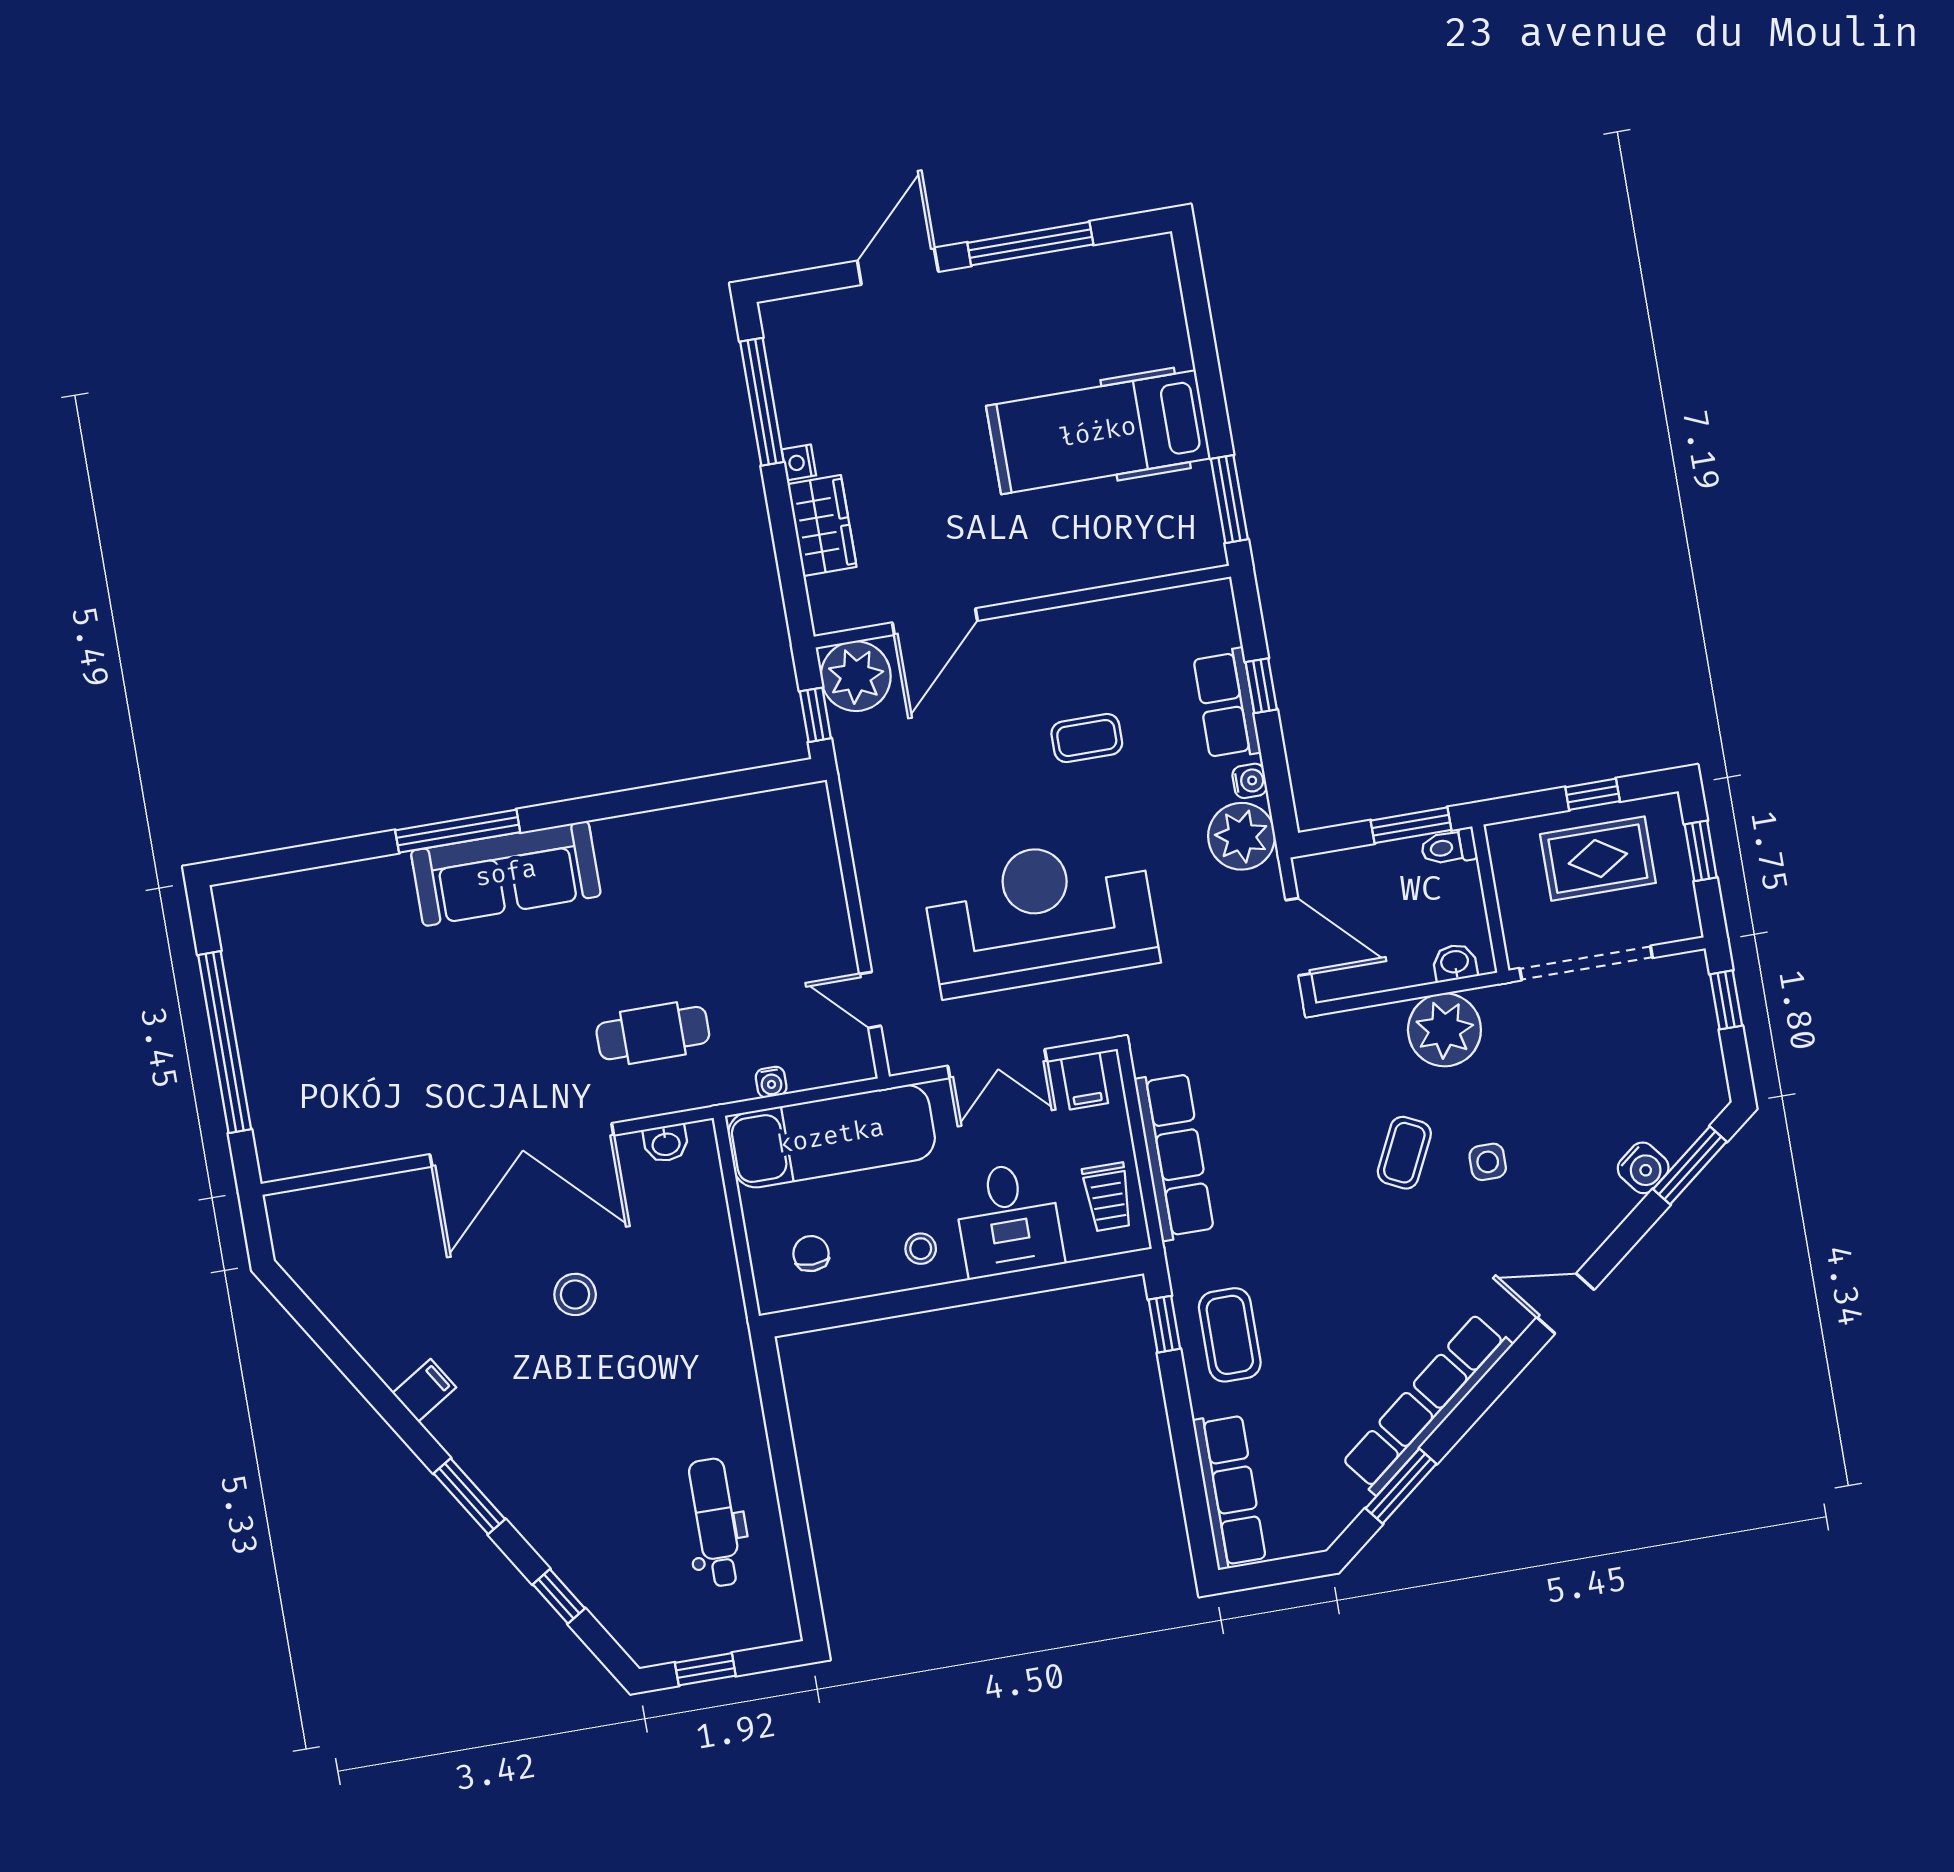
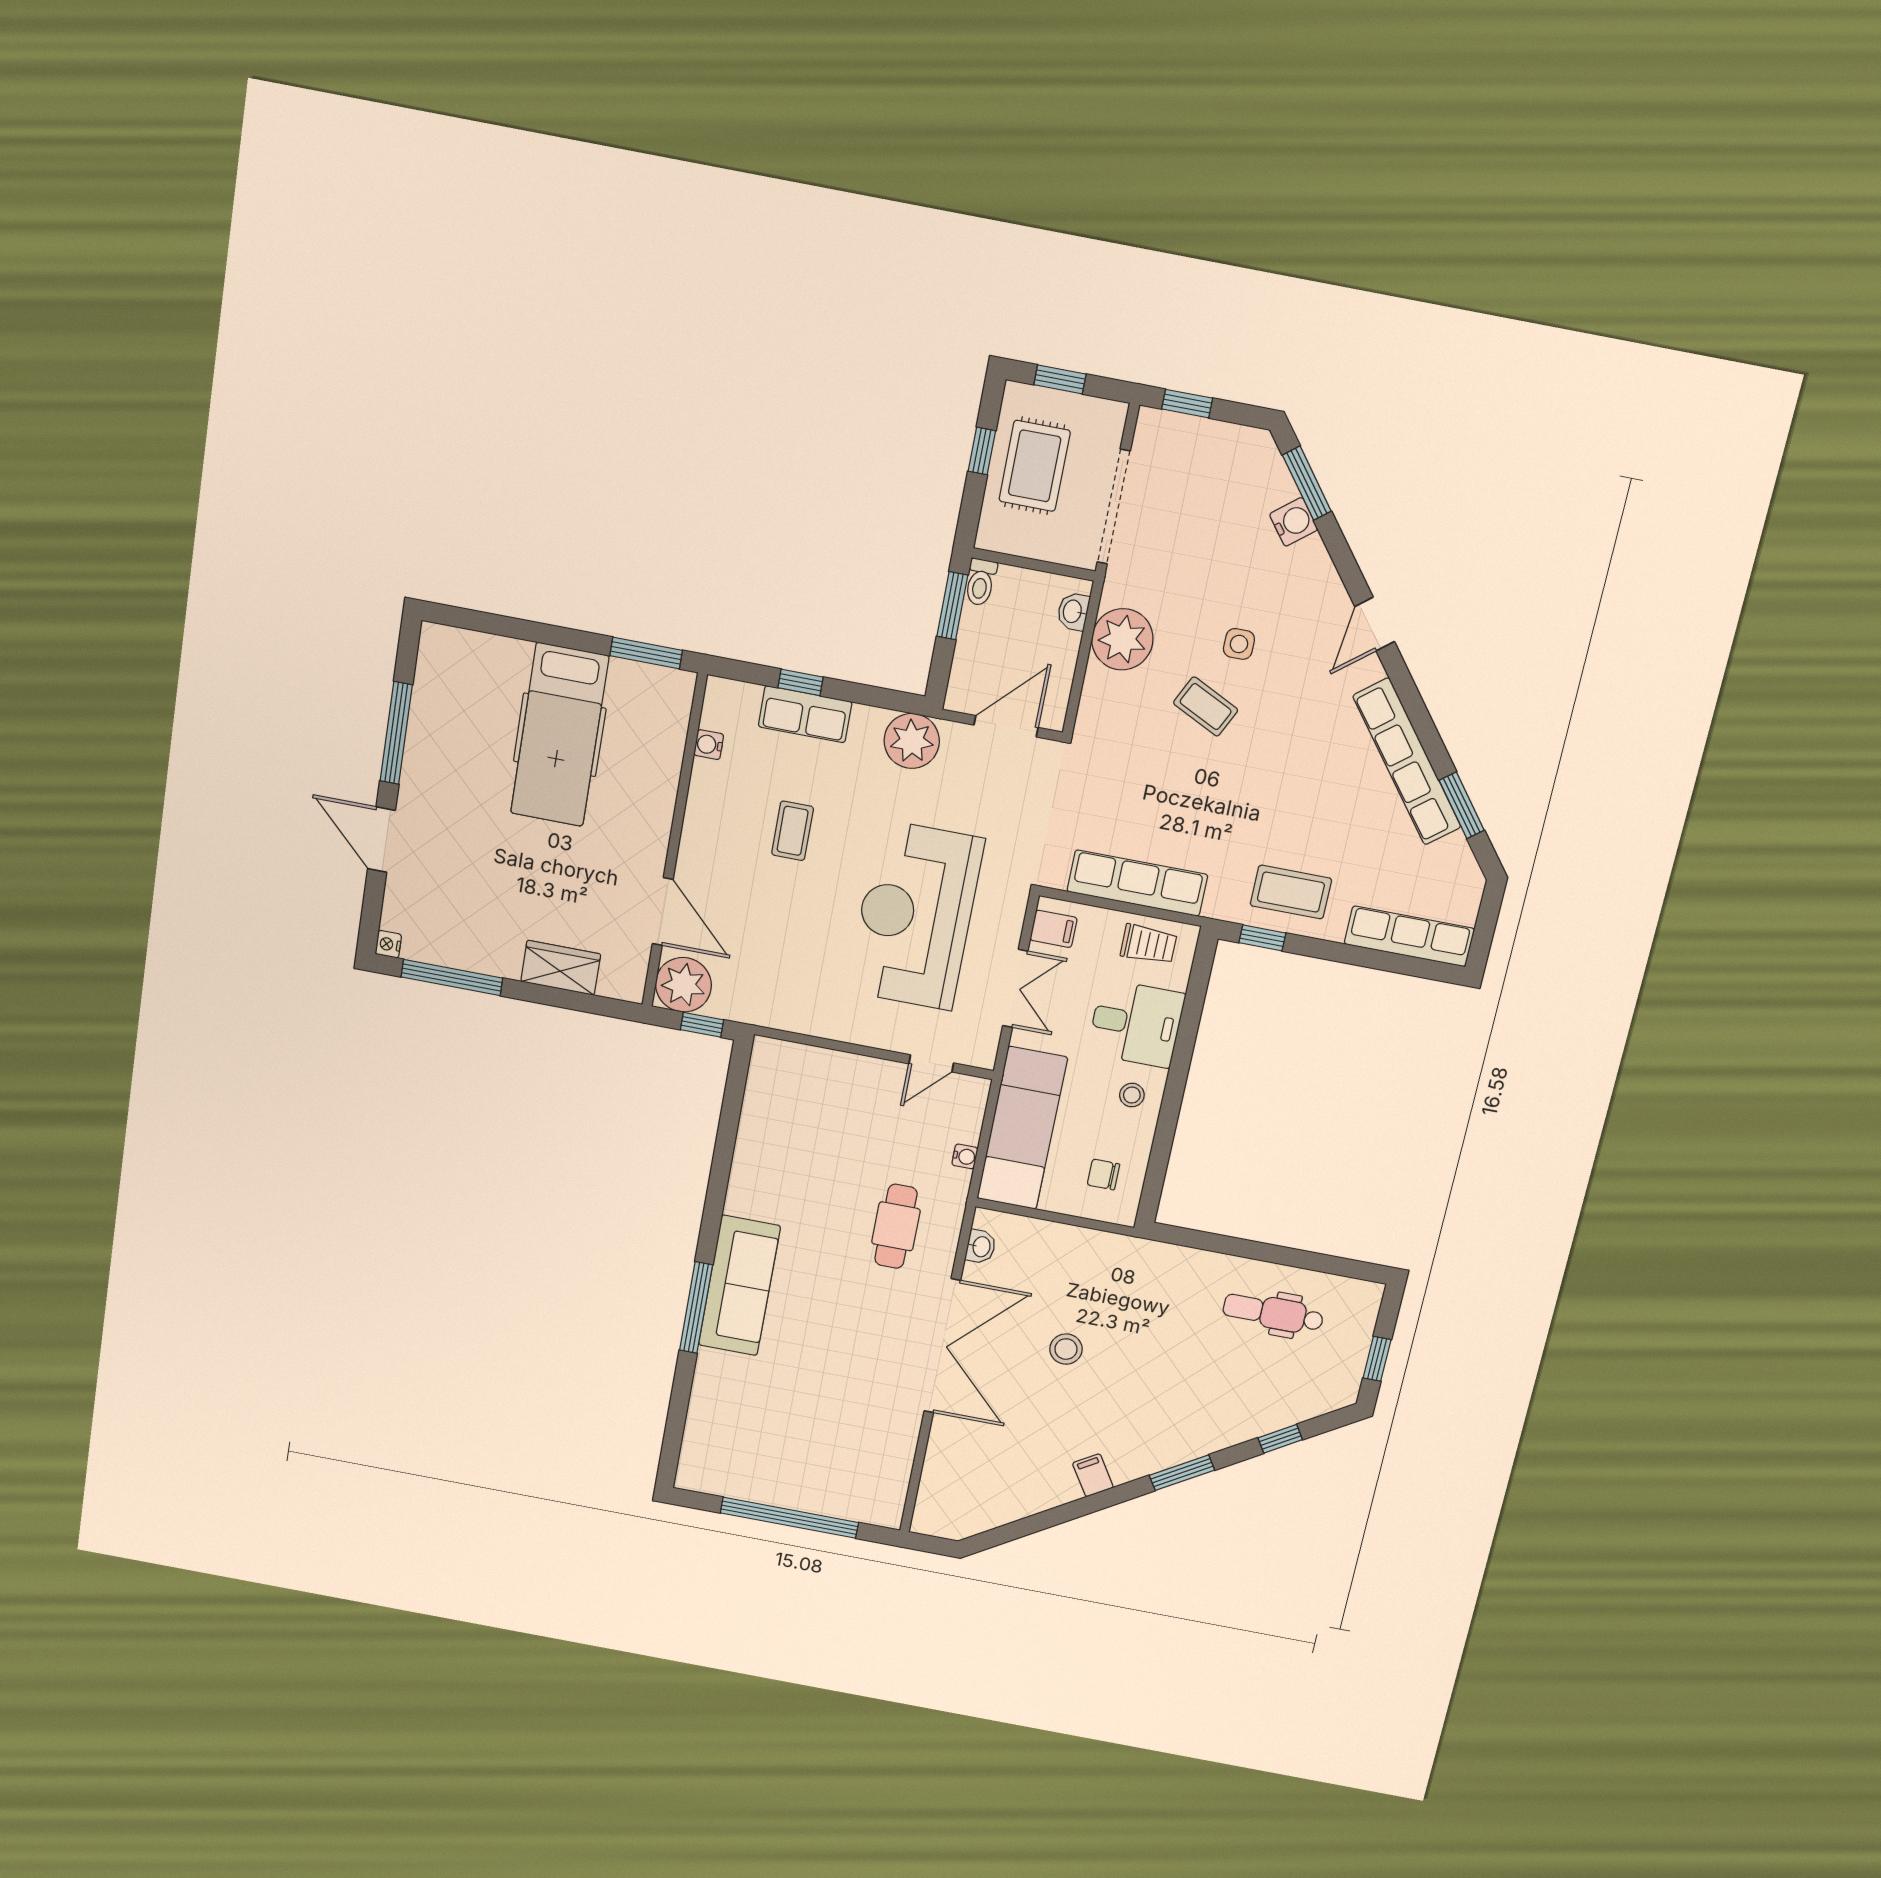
nightstand: (799, 462) -> (388, 944), moved, turned 90
water cooler: (1250, 781) -> (709, 745), moved, turned -90

